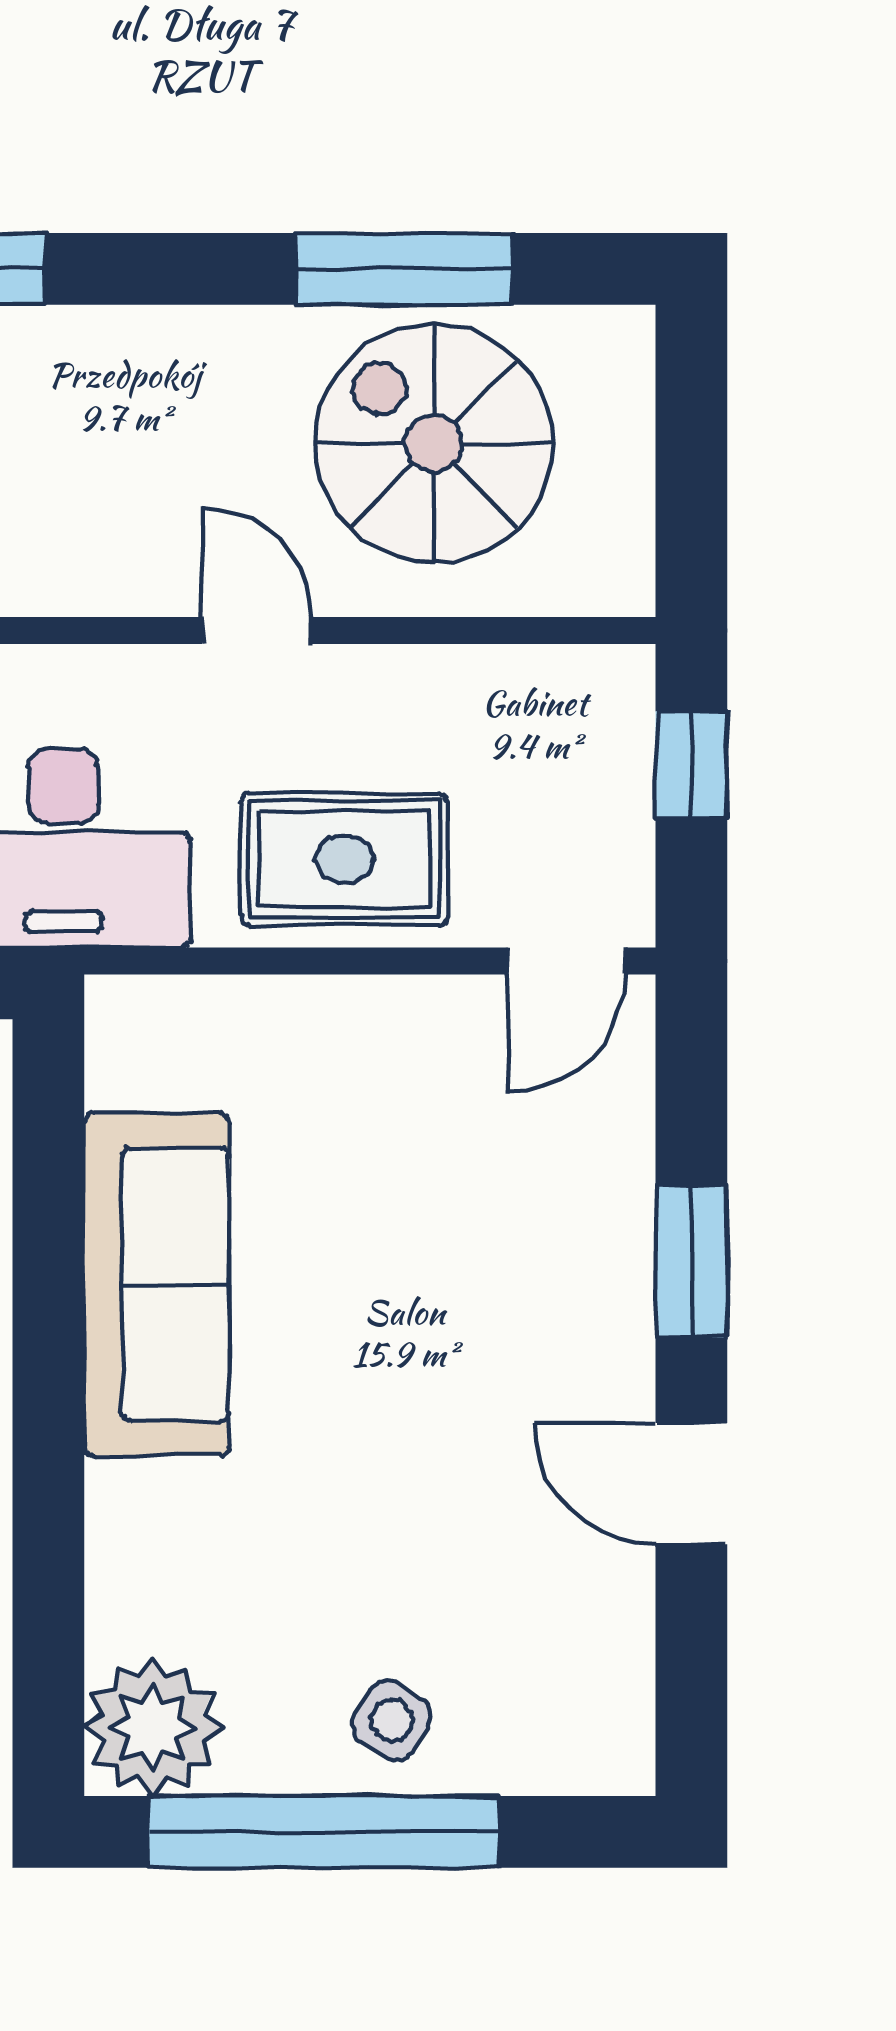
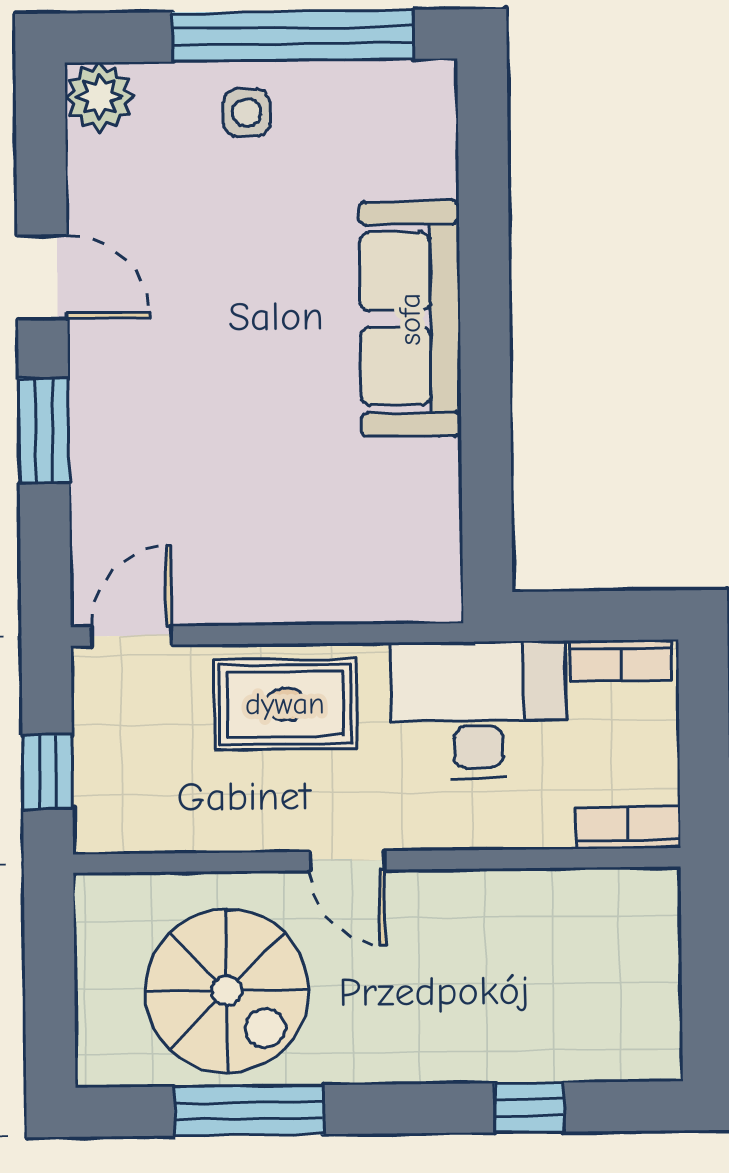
sofa: (157, 1285) -> (410, 319), moved
side table: (392, 1720) -> (247, 113), turned -31
plant: (153, 1728) -> (100, 97), moved, width x0.73, depth x0.73

